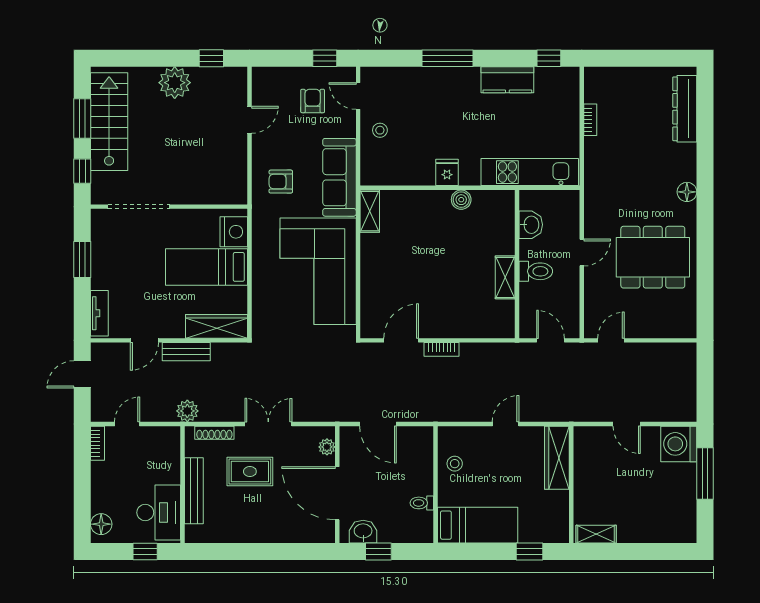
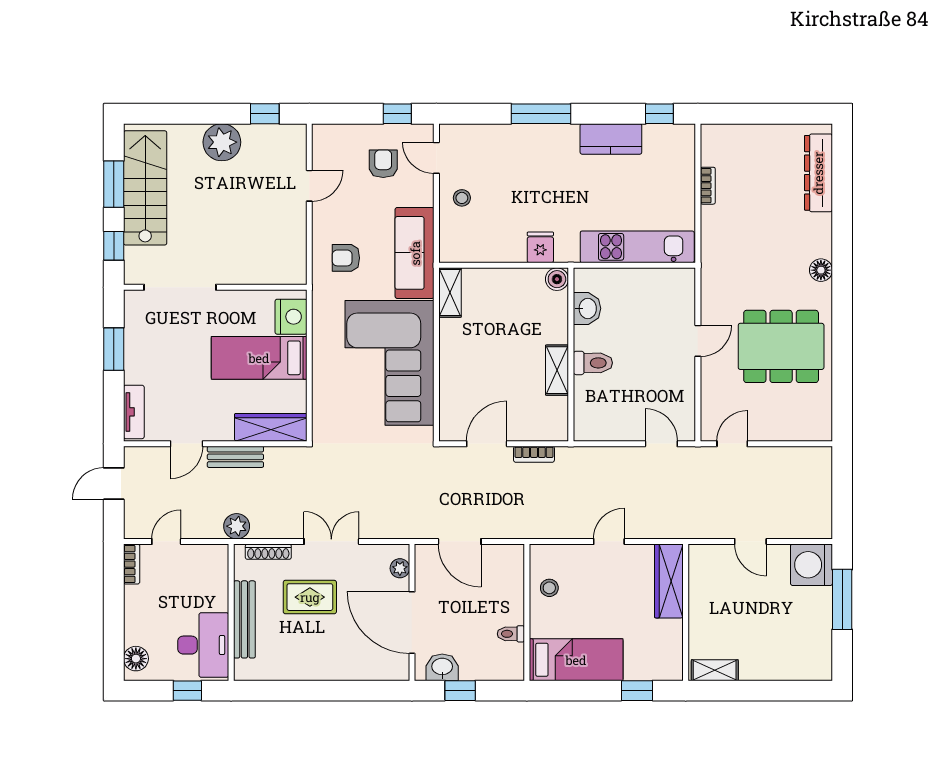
washbasin: (531, 225) -> (587, 308), moved
wall: (517, 264) -> (571, 354), moved
toilet: (536, 271) -> (593, 363), moved
shelving: (505, 277) -> (557, 370), moved

